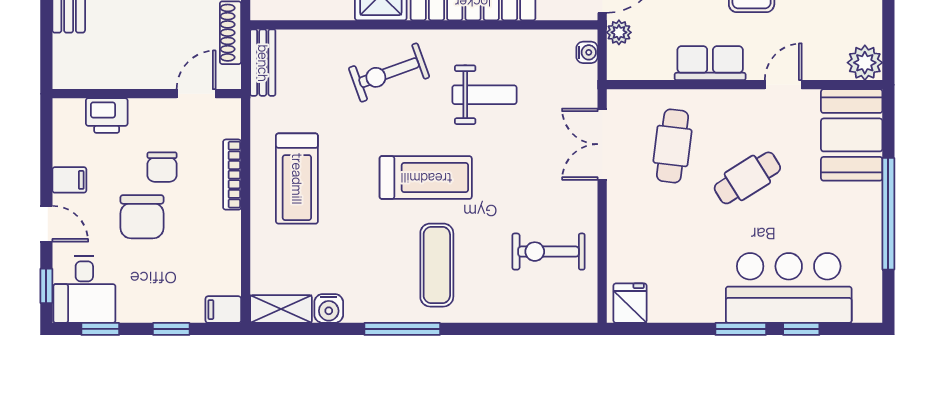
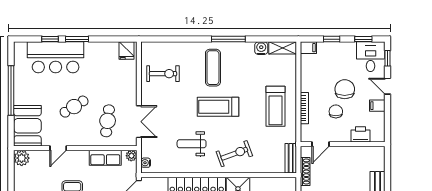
plant: (619, 32) -> (131, 156), moved
row of seats: (710, 63) -> (105, 158), moved
treadmill: (297, 179) -> (275, 106), turned 180

